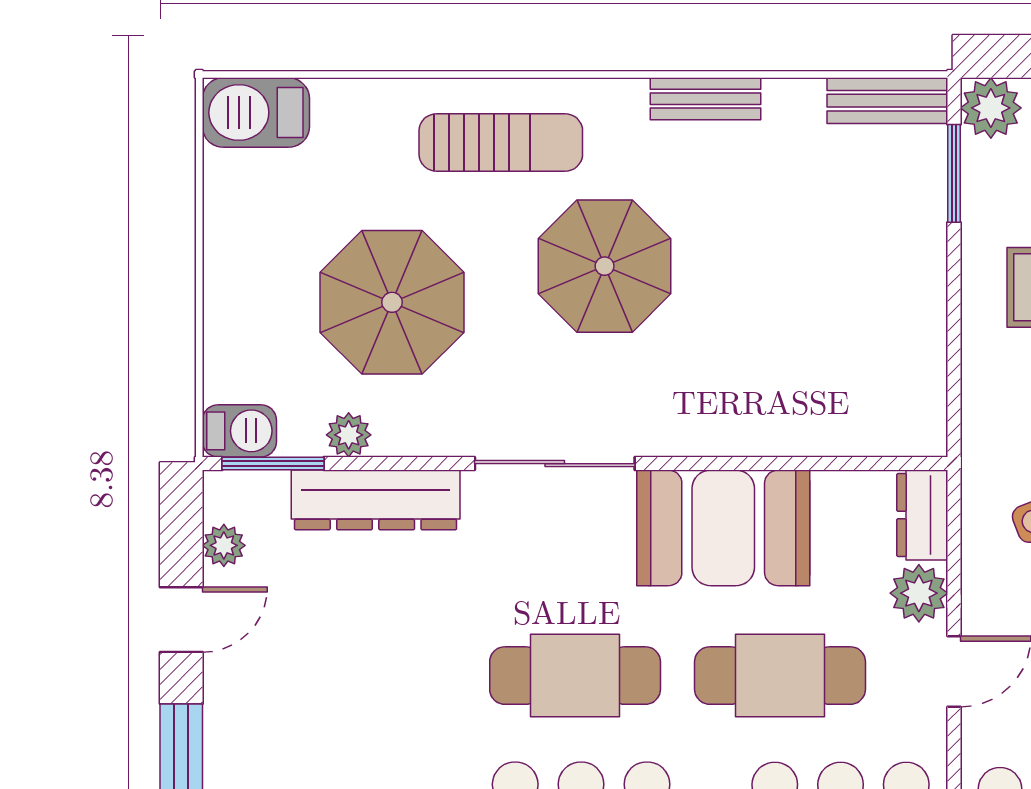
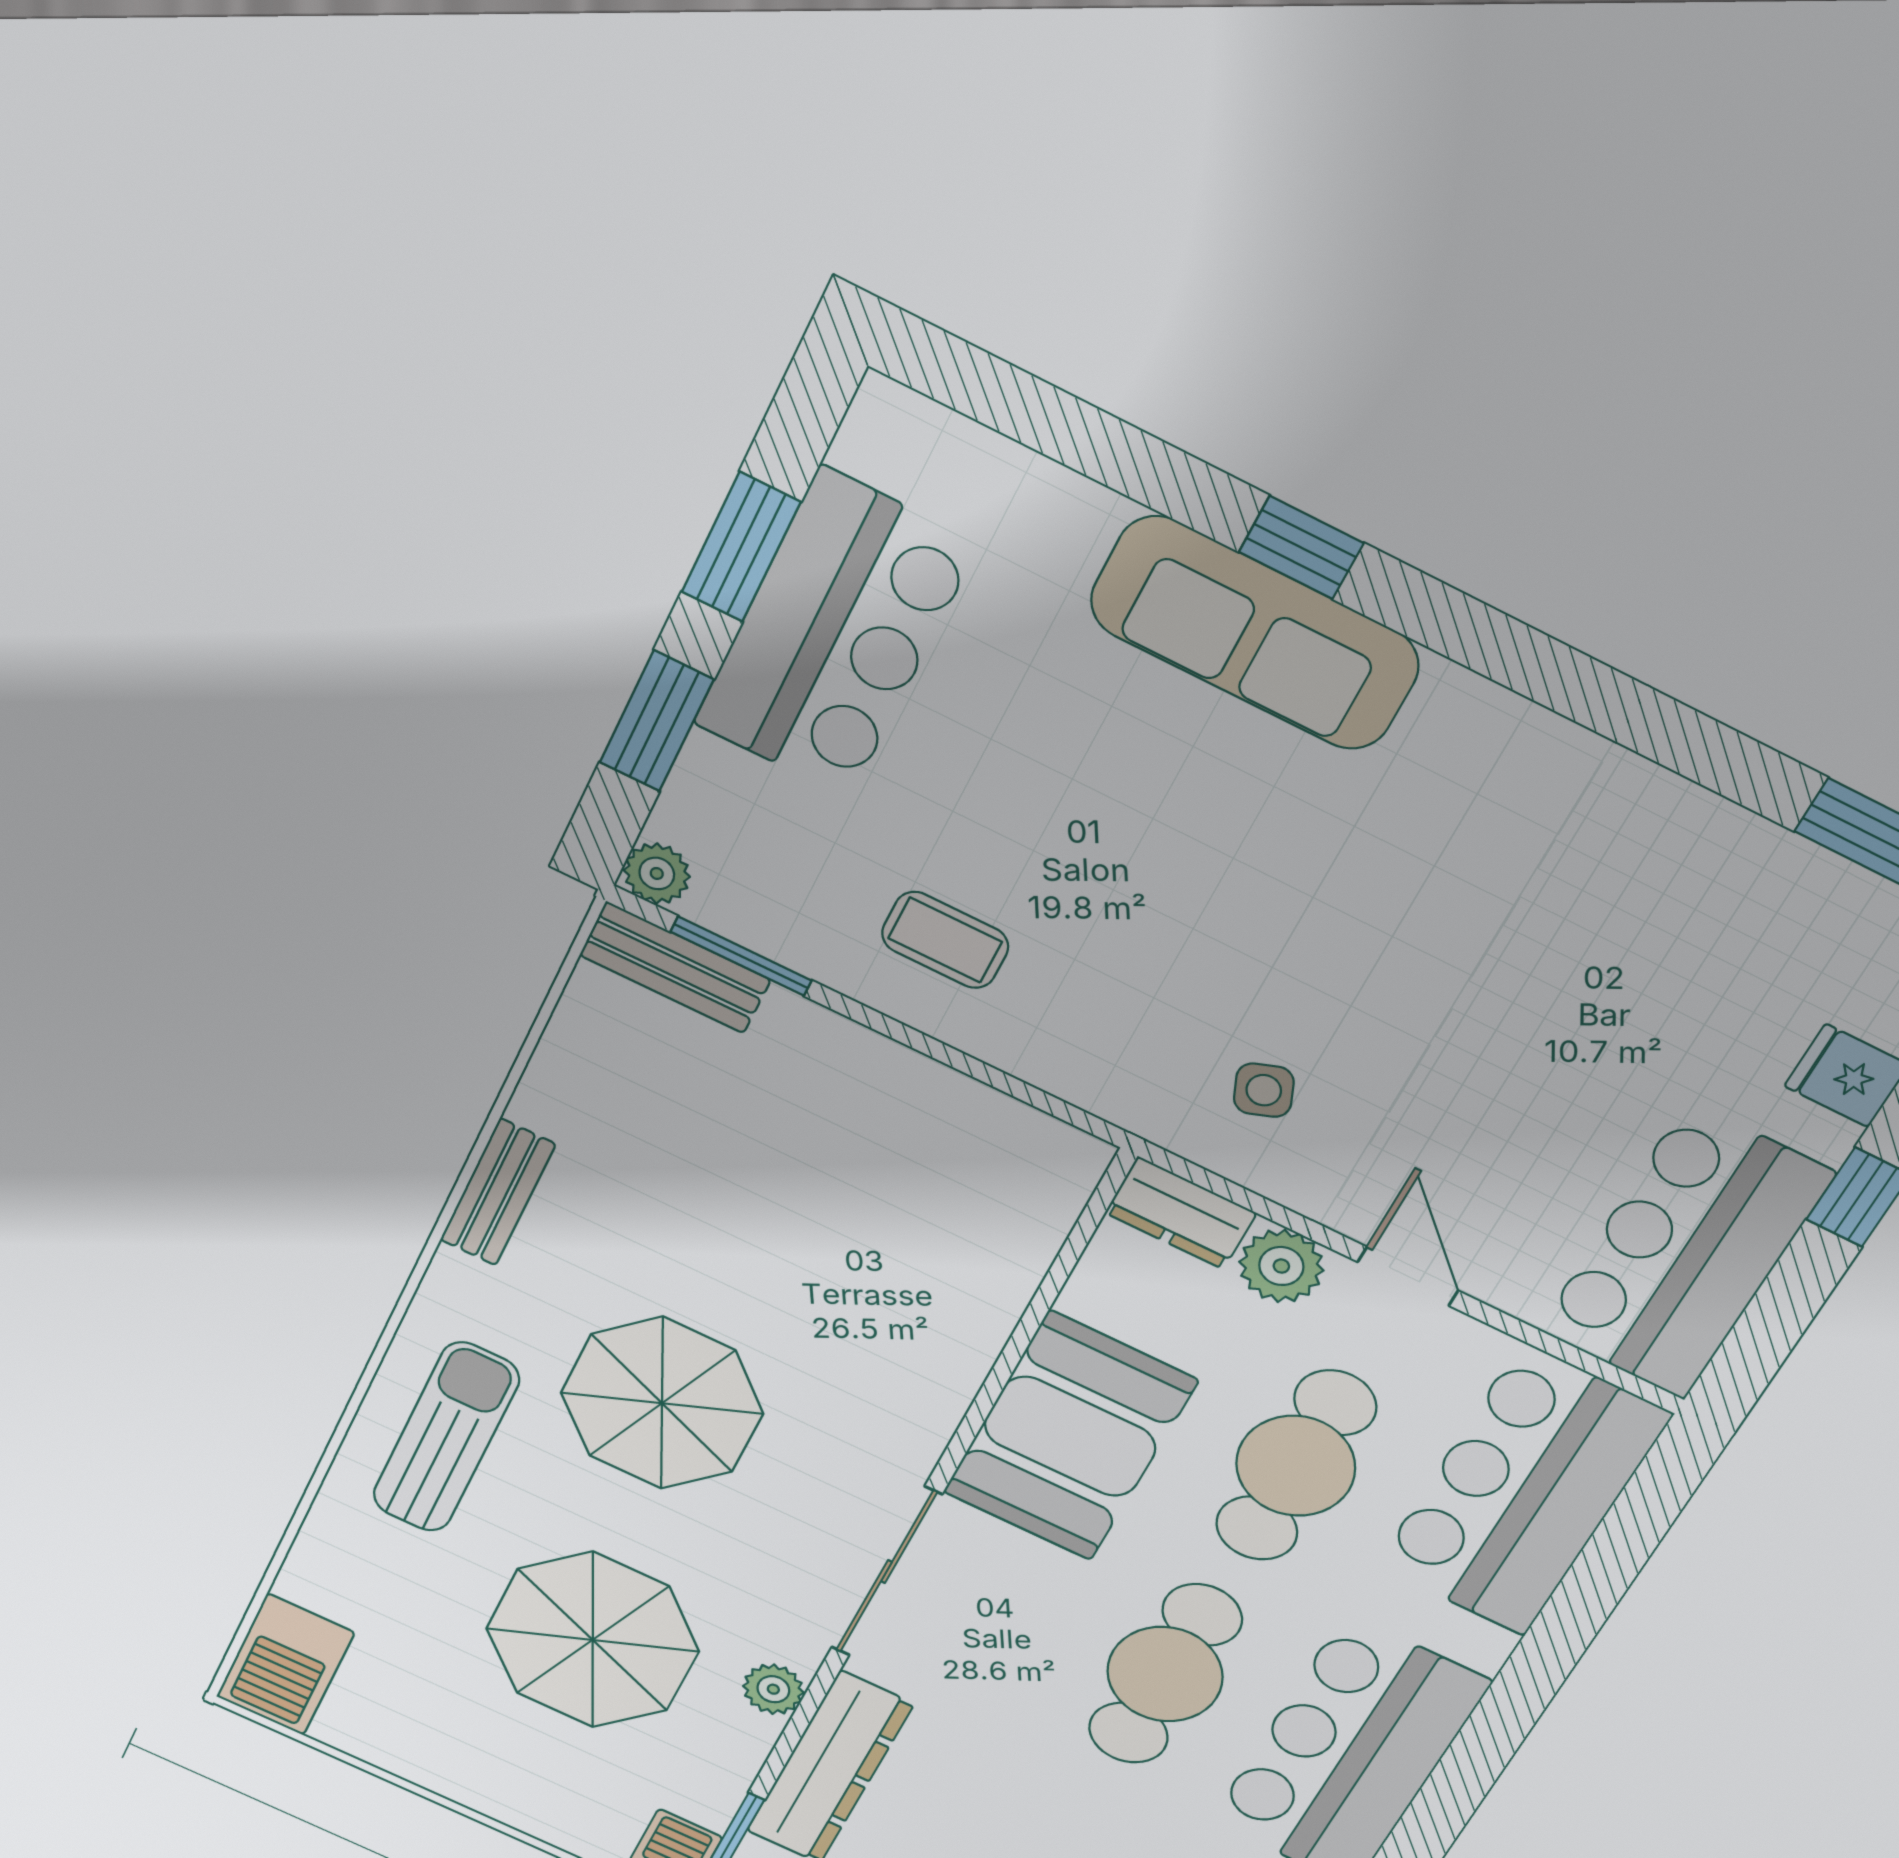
bench: (887, 101) -> (675, 967), moved, turned 90
plant: (991, 108) -> (657, 873), width x0.73, depth x0.73
plant: (349, 435) -> (773, 1689), moved

